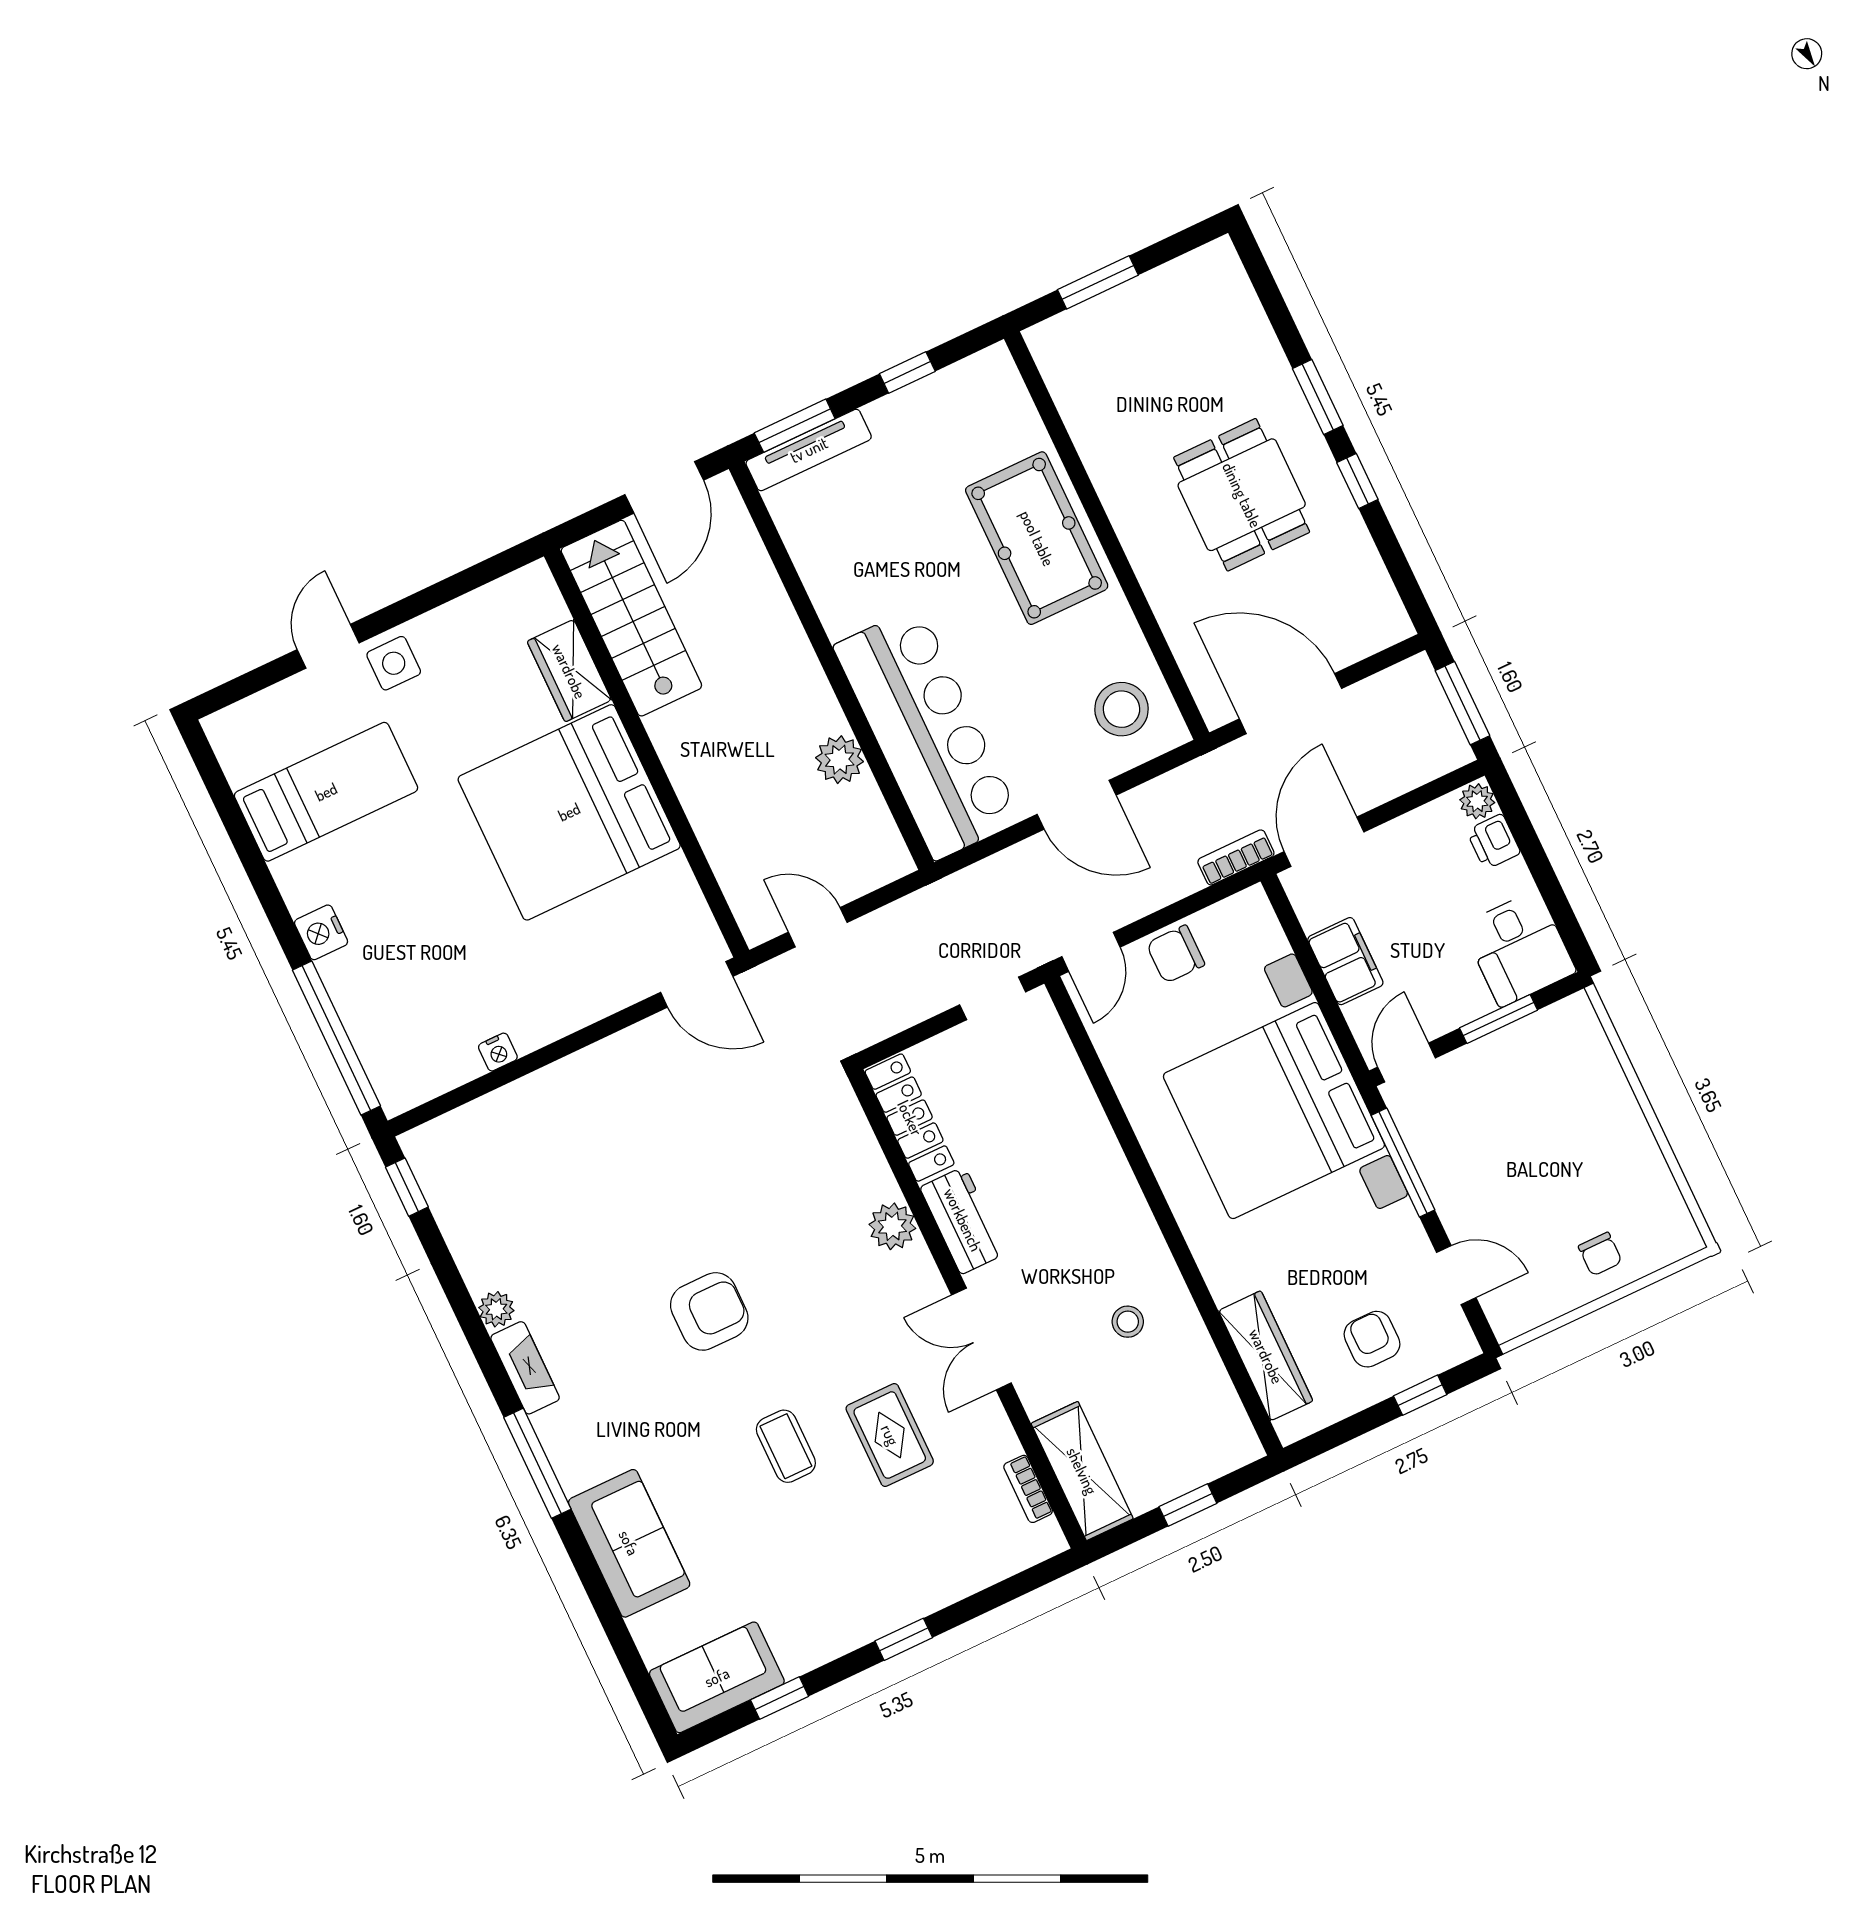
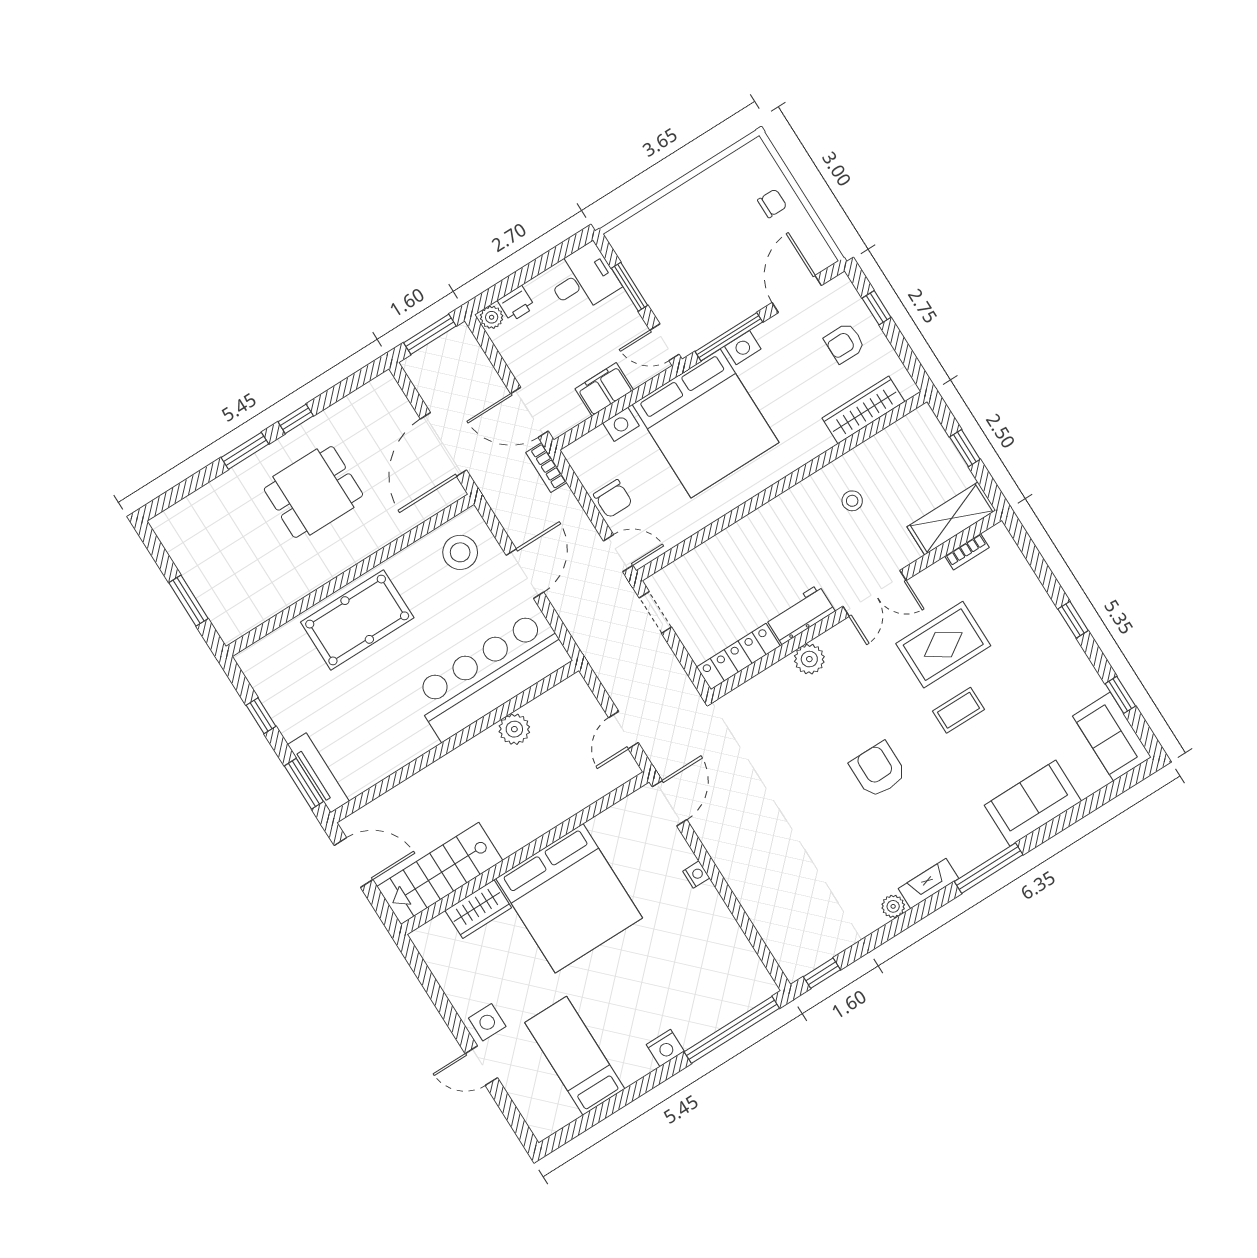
nightstand: (498, 1052) -> (696, 875), moved
door: (1456, 1275) -> (797, 294), width x1.37
rug: (890, 1435) -> (943, 645), width x1.36, depth x1.43

